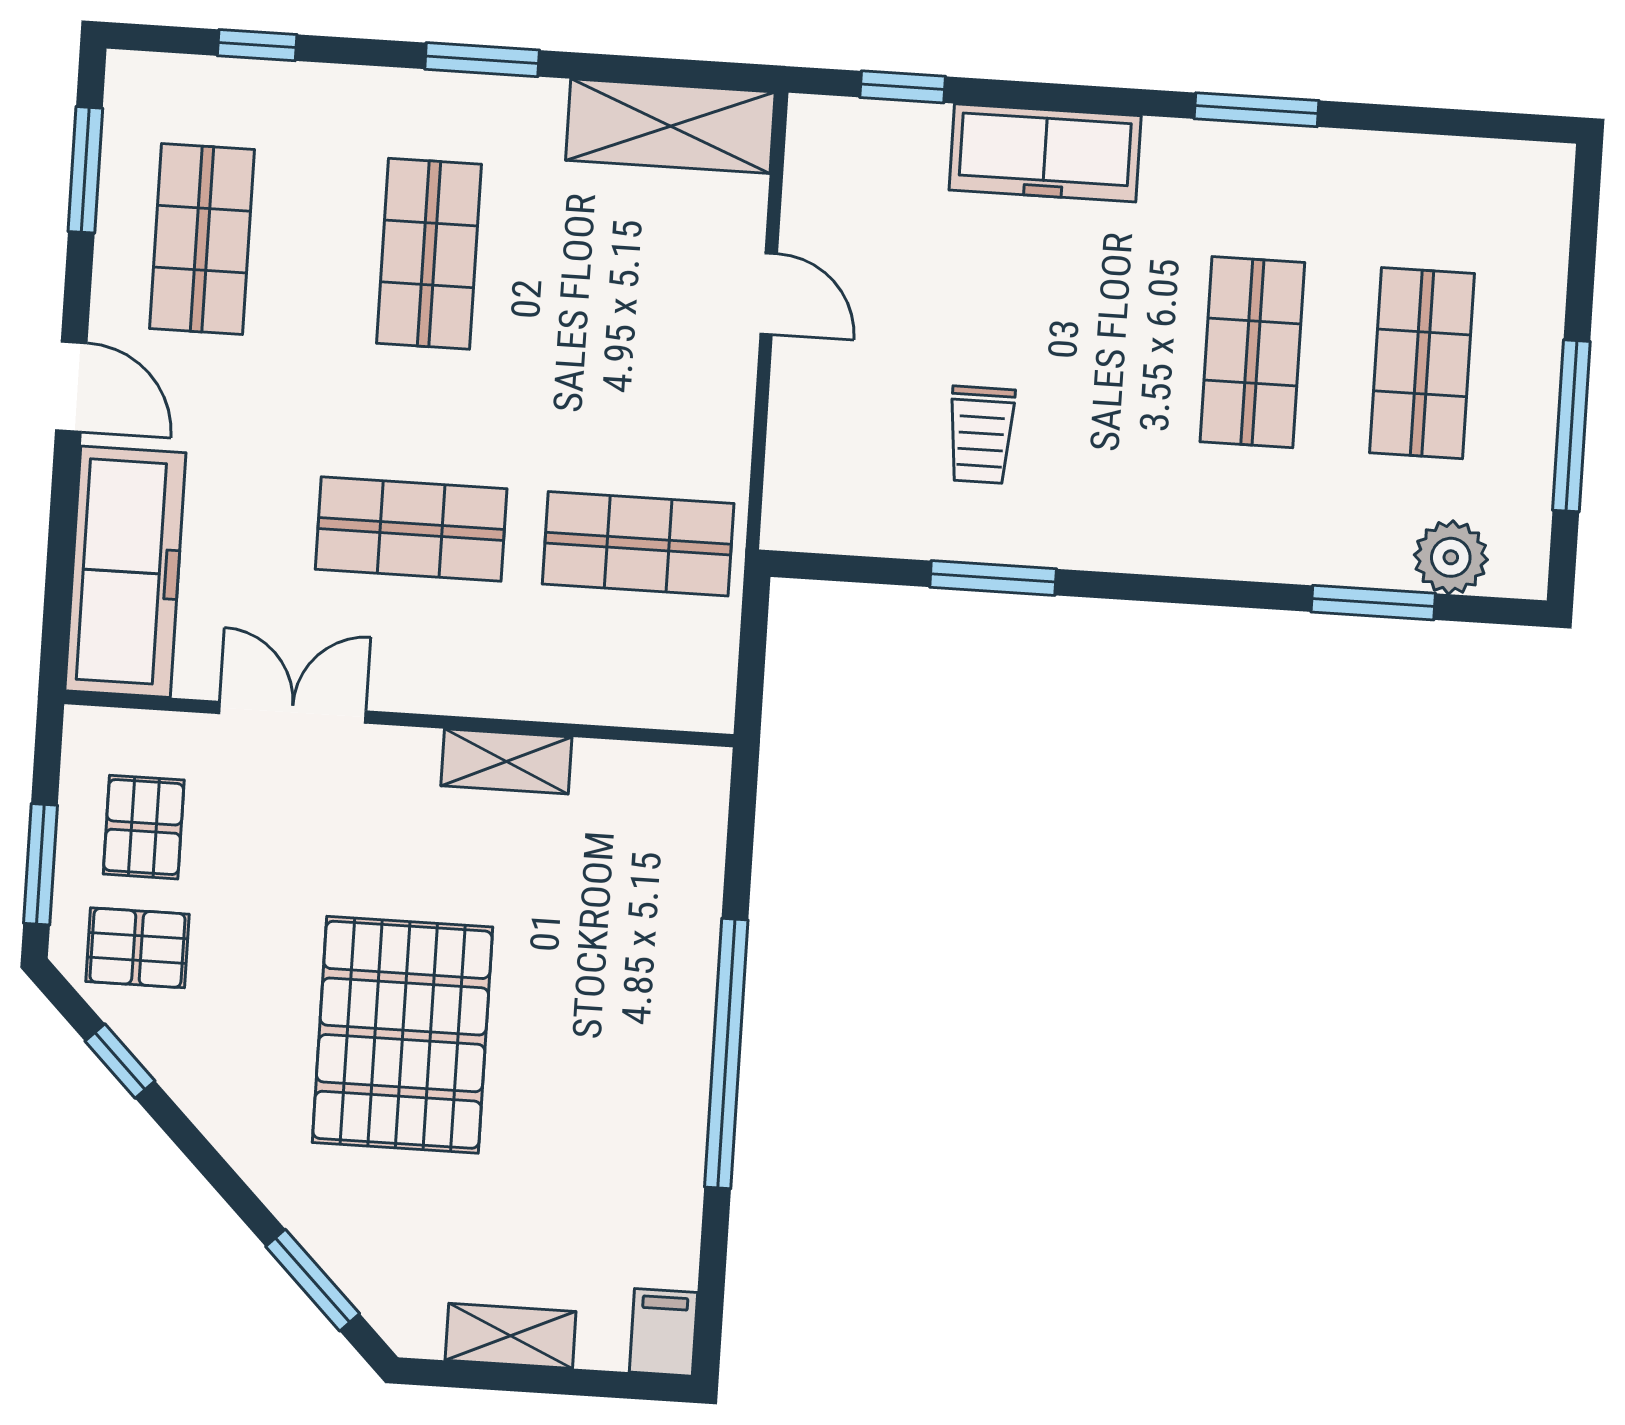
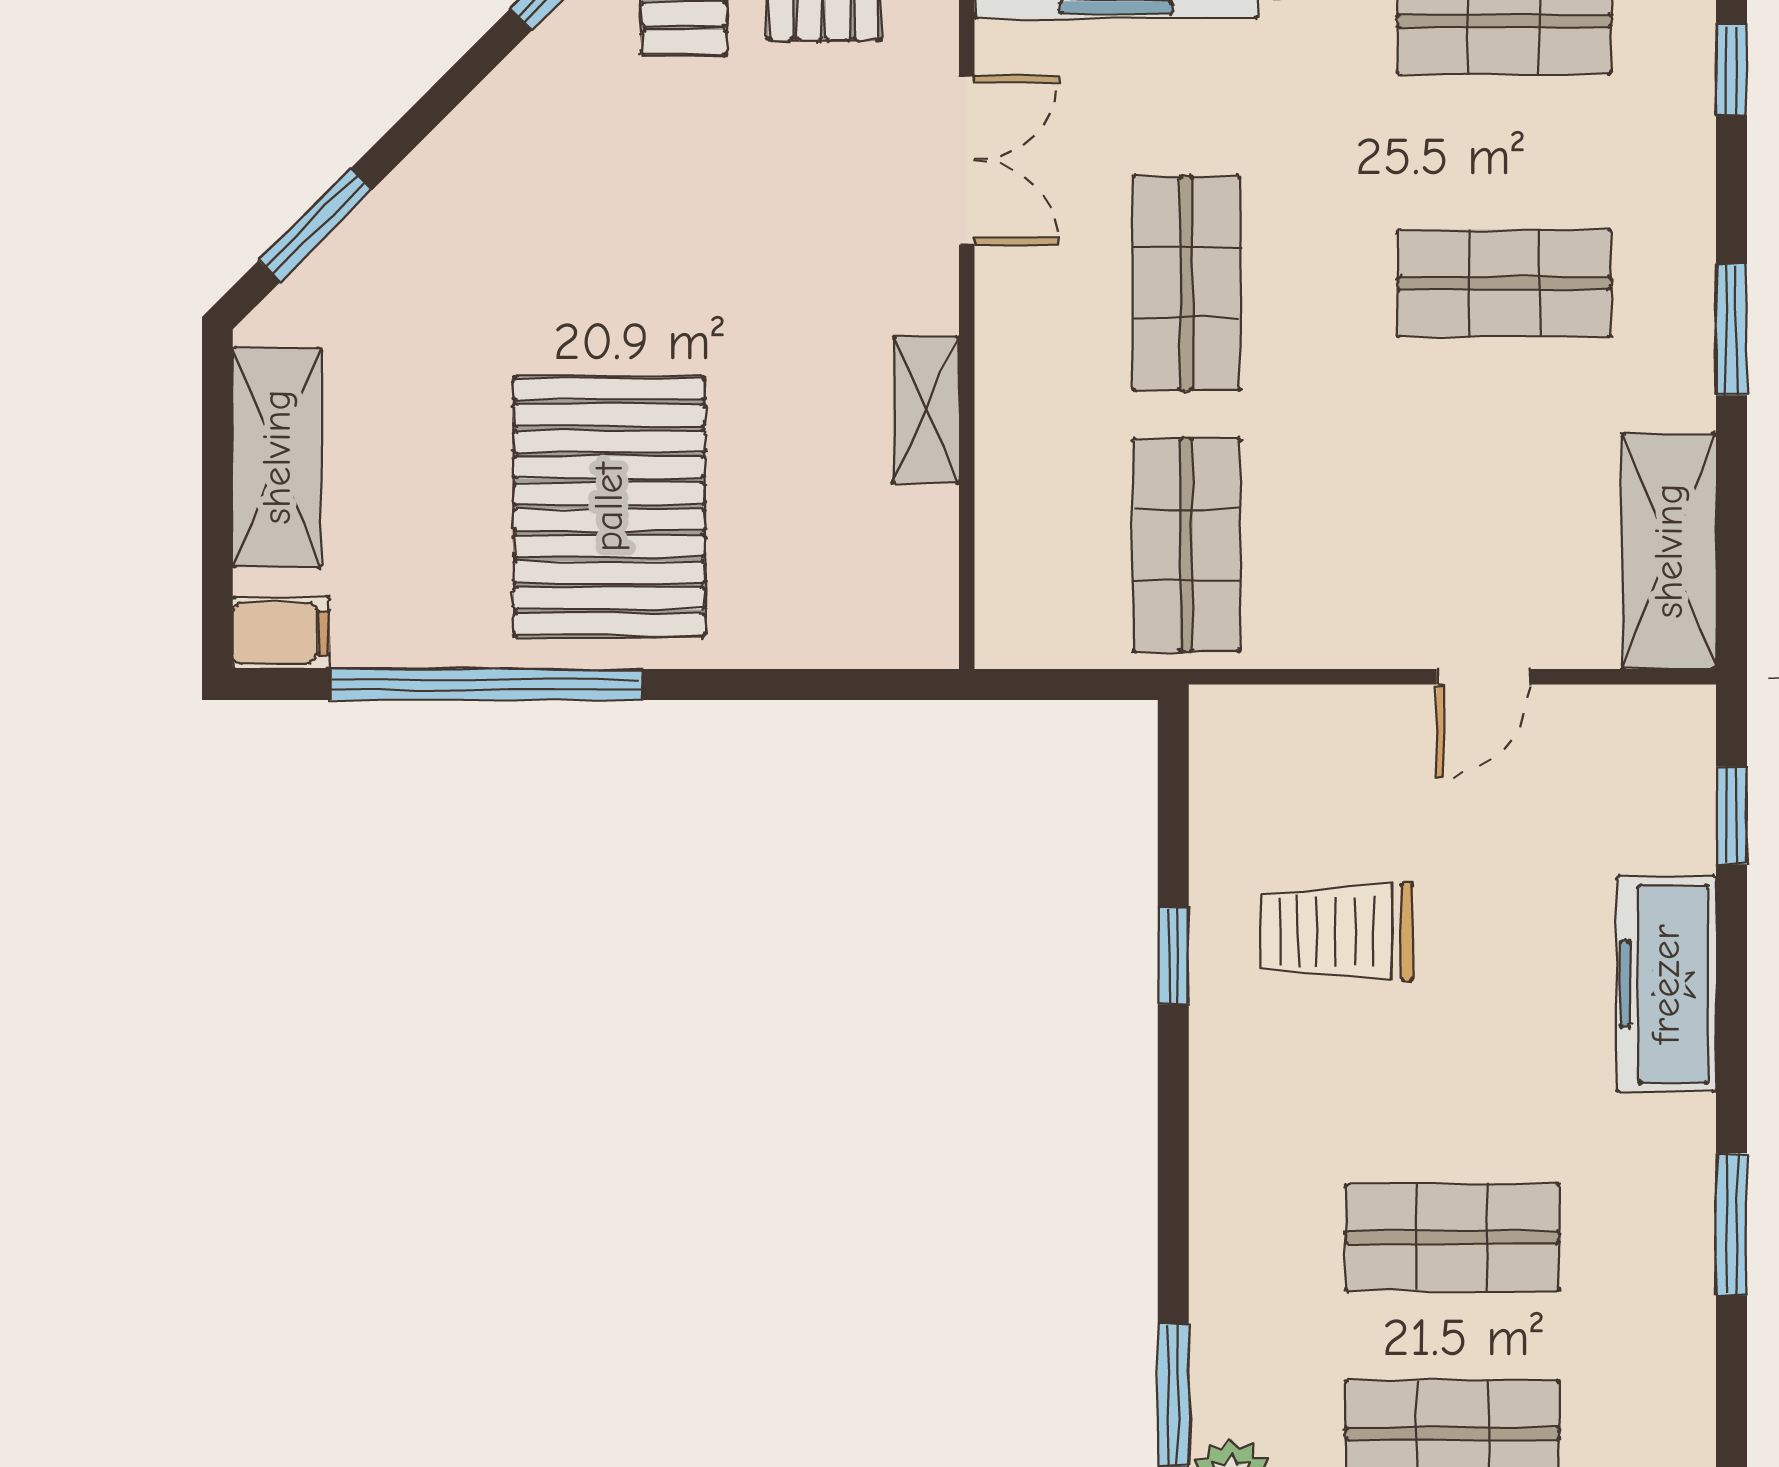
trolley: (981, 435) -> (1337, 932), width x1.36, depth x1.39
window: (993, 578) -> (1173, 956), width x0.67
pallet: (402, 1035) -> (609, 507), moved, turned 90
window: (726, 1054) -> (487, 684), moved
shelving: (511, 1336) -> (277, 457), width x1.50, depth x1.33

